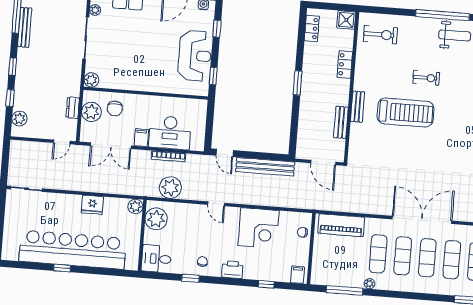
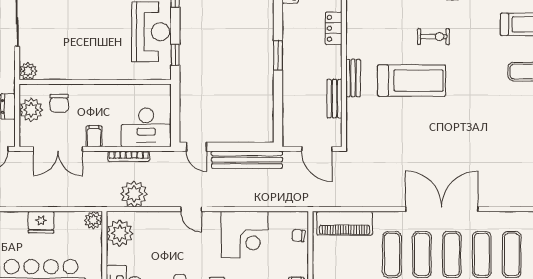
desk: (170, 133) -> (146, 127), moved

